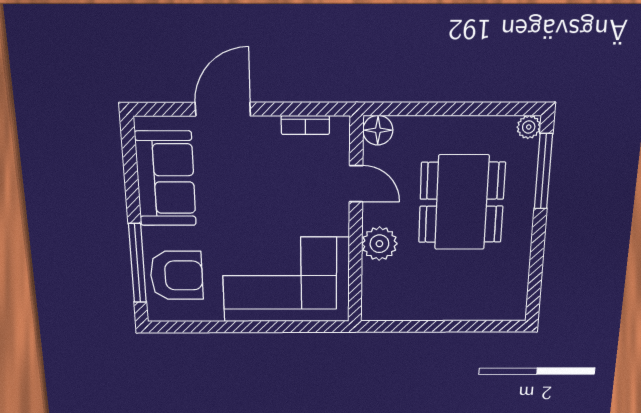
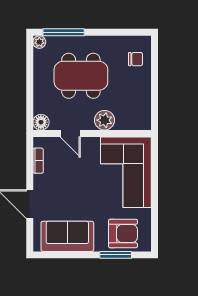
door: (356, 184) -> (70, 134), swing flipped
window: (137, 263) -> (116, 255), width x0.69
armchair: (177, 275) -> (123, 234), turned 90
chair: (487, 295) -> (136, 59), added

